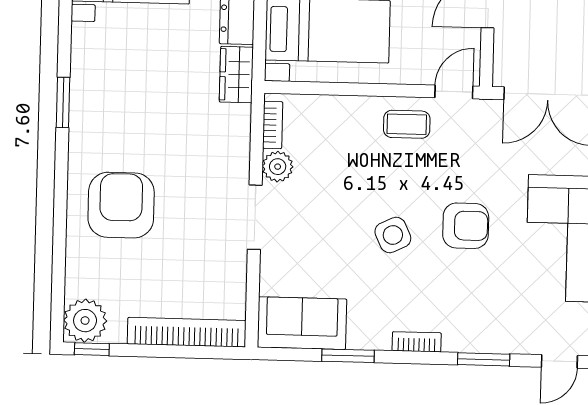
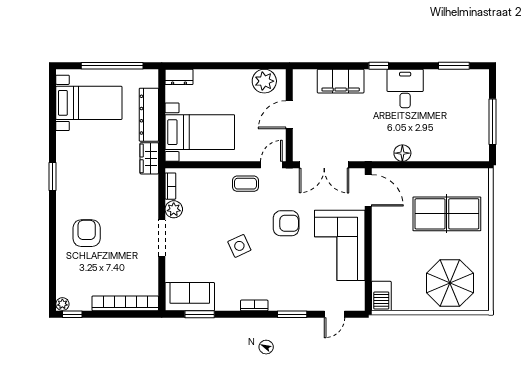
armchair: (121, 205) -> (87, 233), width x0.73, depth x0.73
armchair: (466, 226) -> (286, 223), moved
plant: (85, 321) -> (62, 304), width x0.53, depth x0.53
window: (348, 356) -> (200, 314), moved

